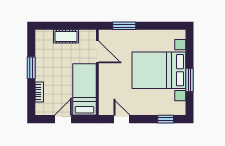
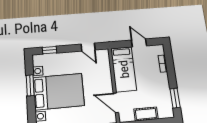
window: (31, 68) -> (175, 98), moved
door: (63, 119) -> (139, 43), swing flipped

